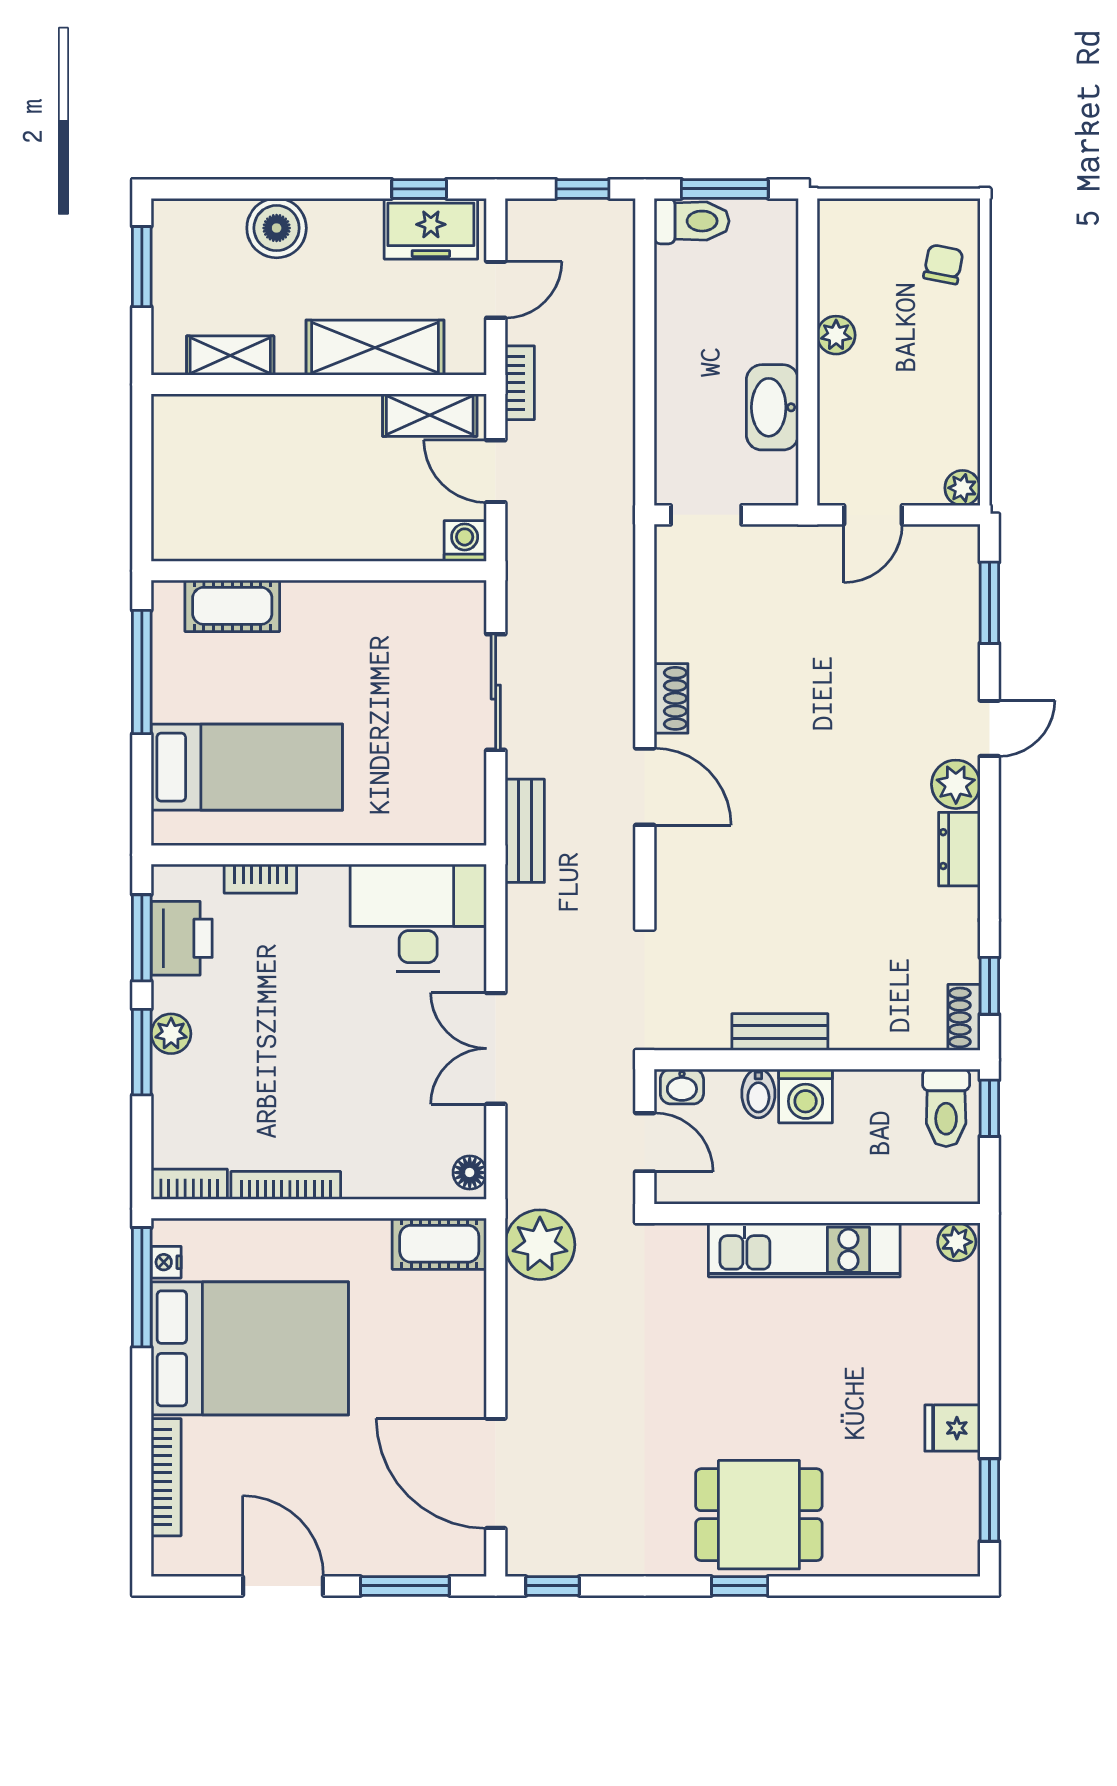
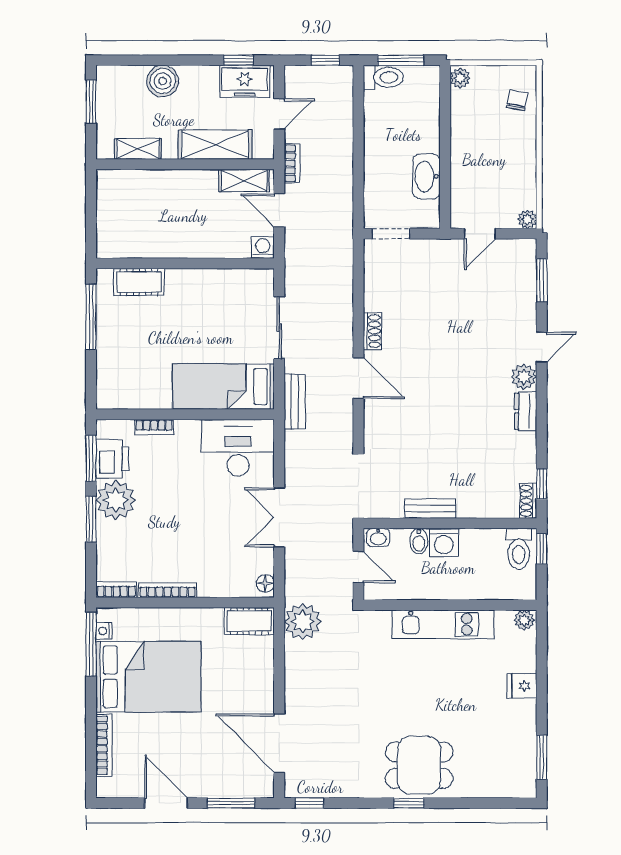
plant: (836, 335) -> (460, 78), moved
bed: (247, 767) -> (223, 387), moved, turned 180
plant: (171, 1034) -> (116, 500), width x1.88, depth x1.88
fridge: (952, 1428) -> (522, 686), moved

